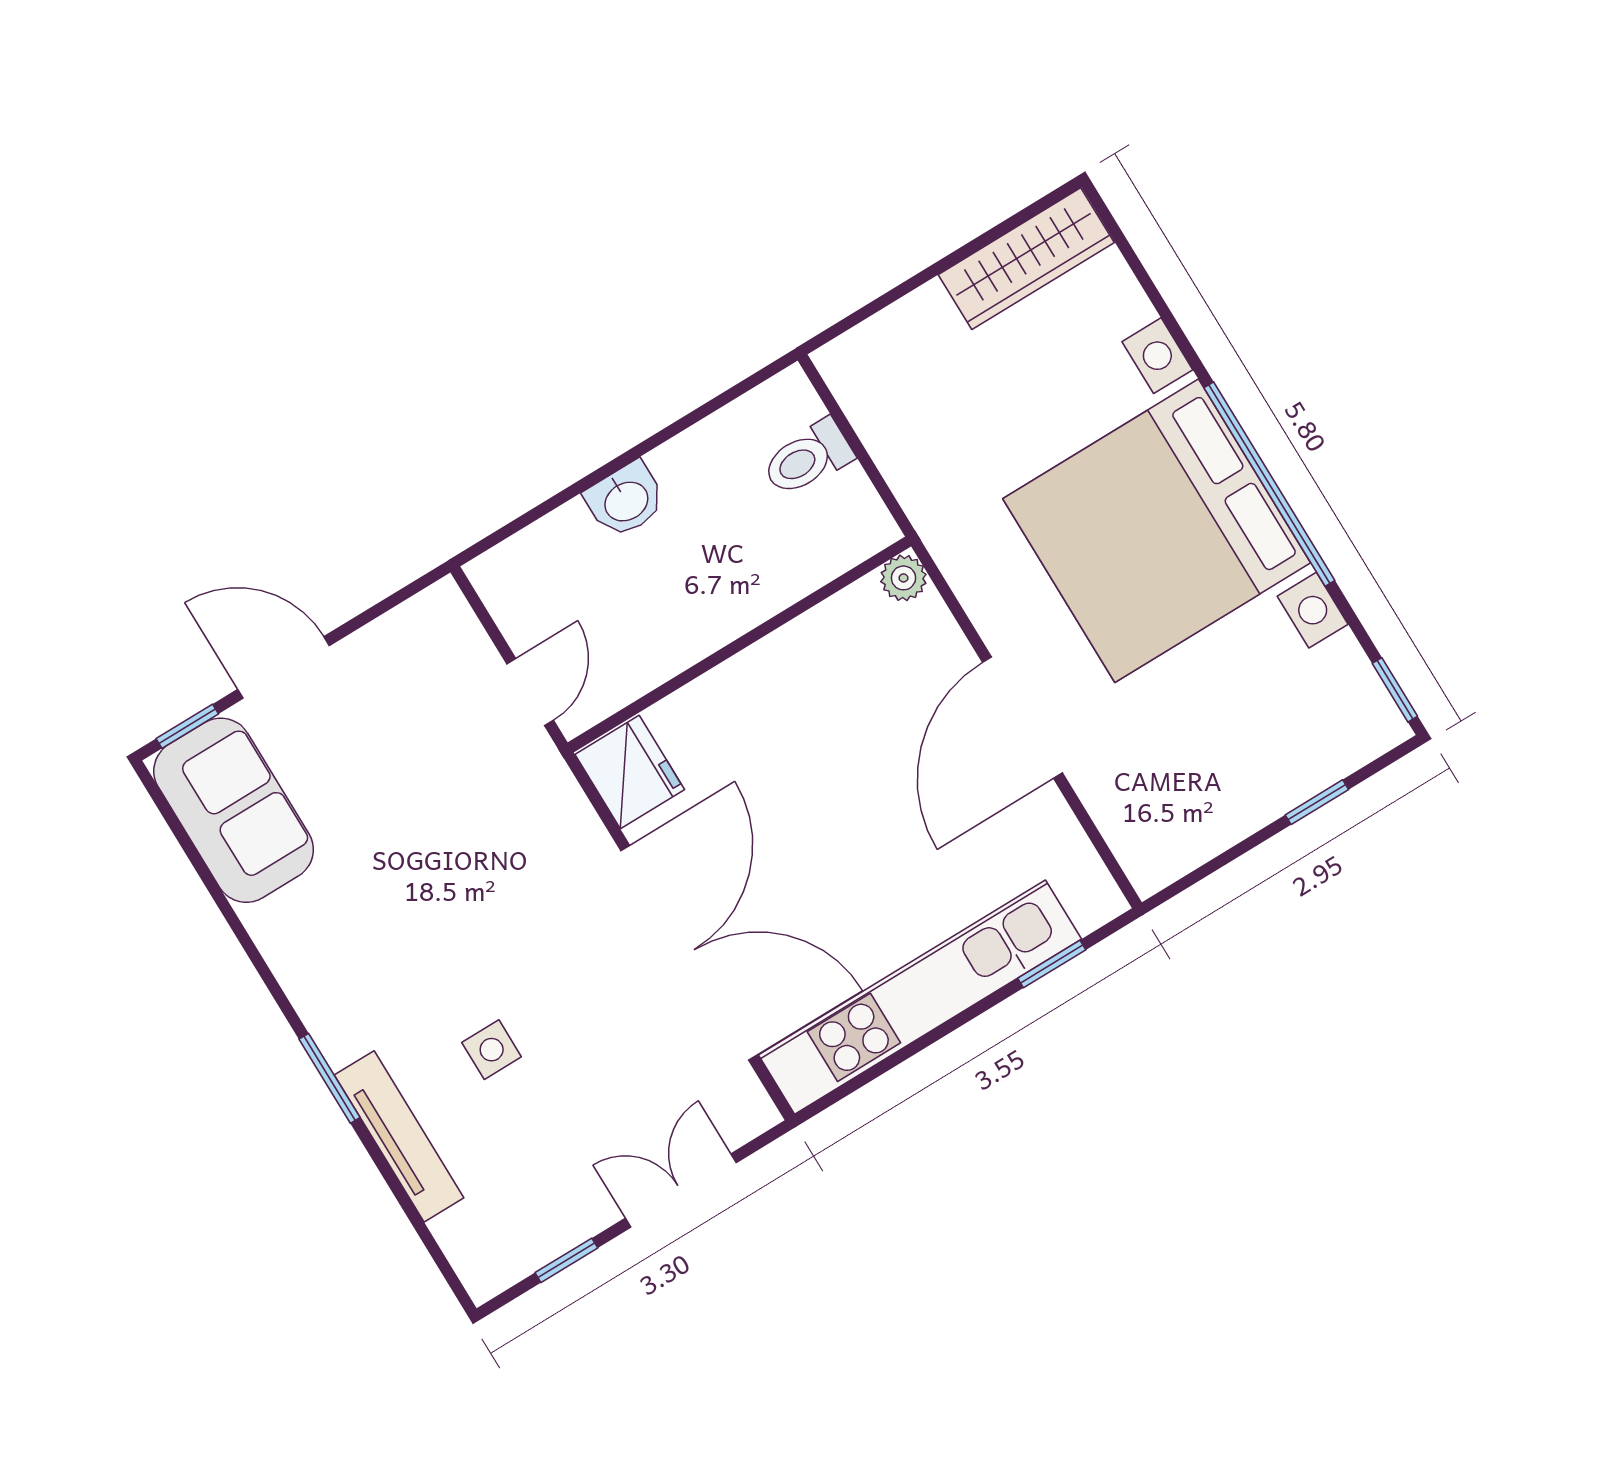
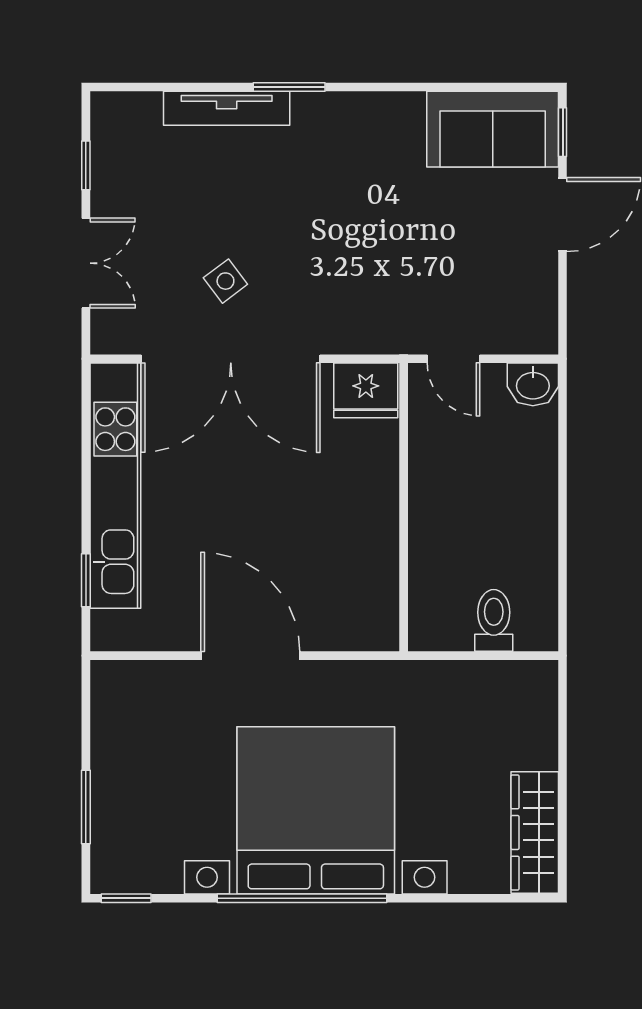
washbasin: (626, 500) -> (533, 384), moved, turned -90
plant: (903, 578) -> (383, 635), removed
window: (1317, 802) -> (86, 807), width x1.50
side table: (492, 1050) -> (225, 281), moved, turned -37

